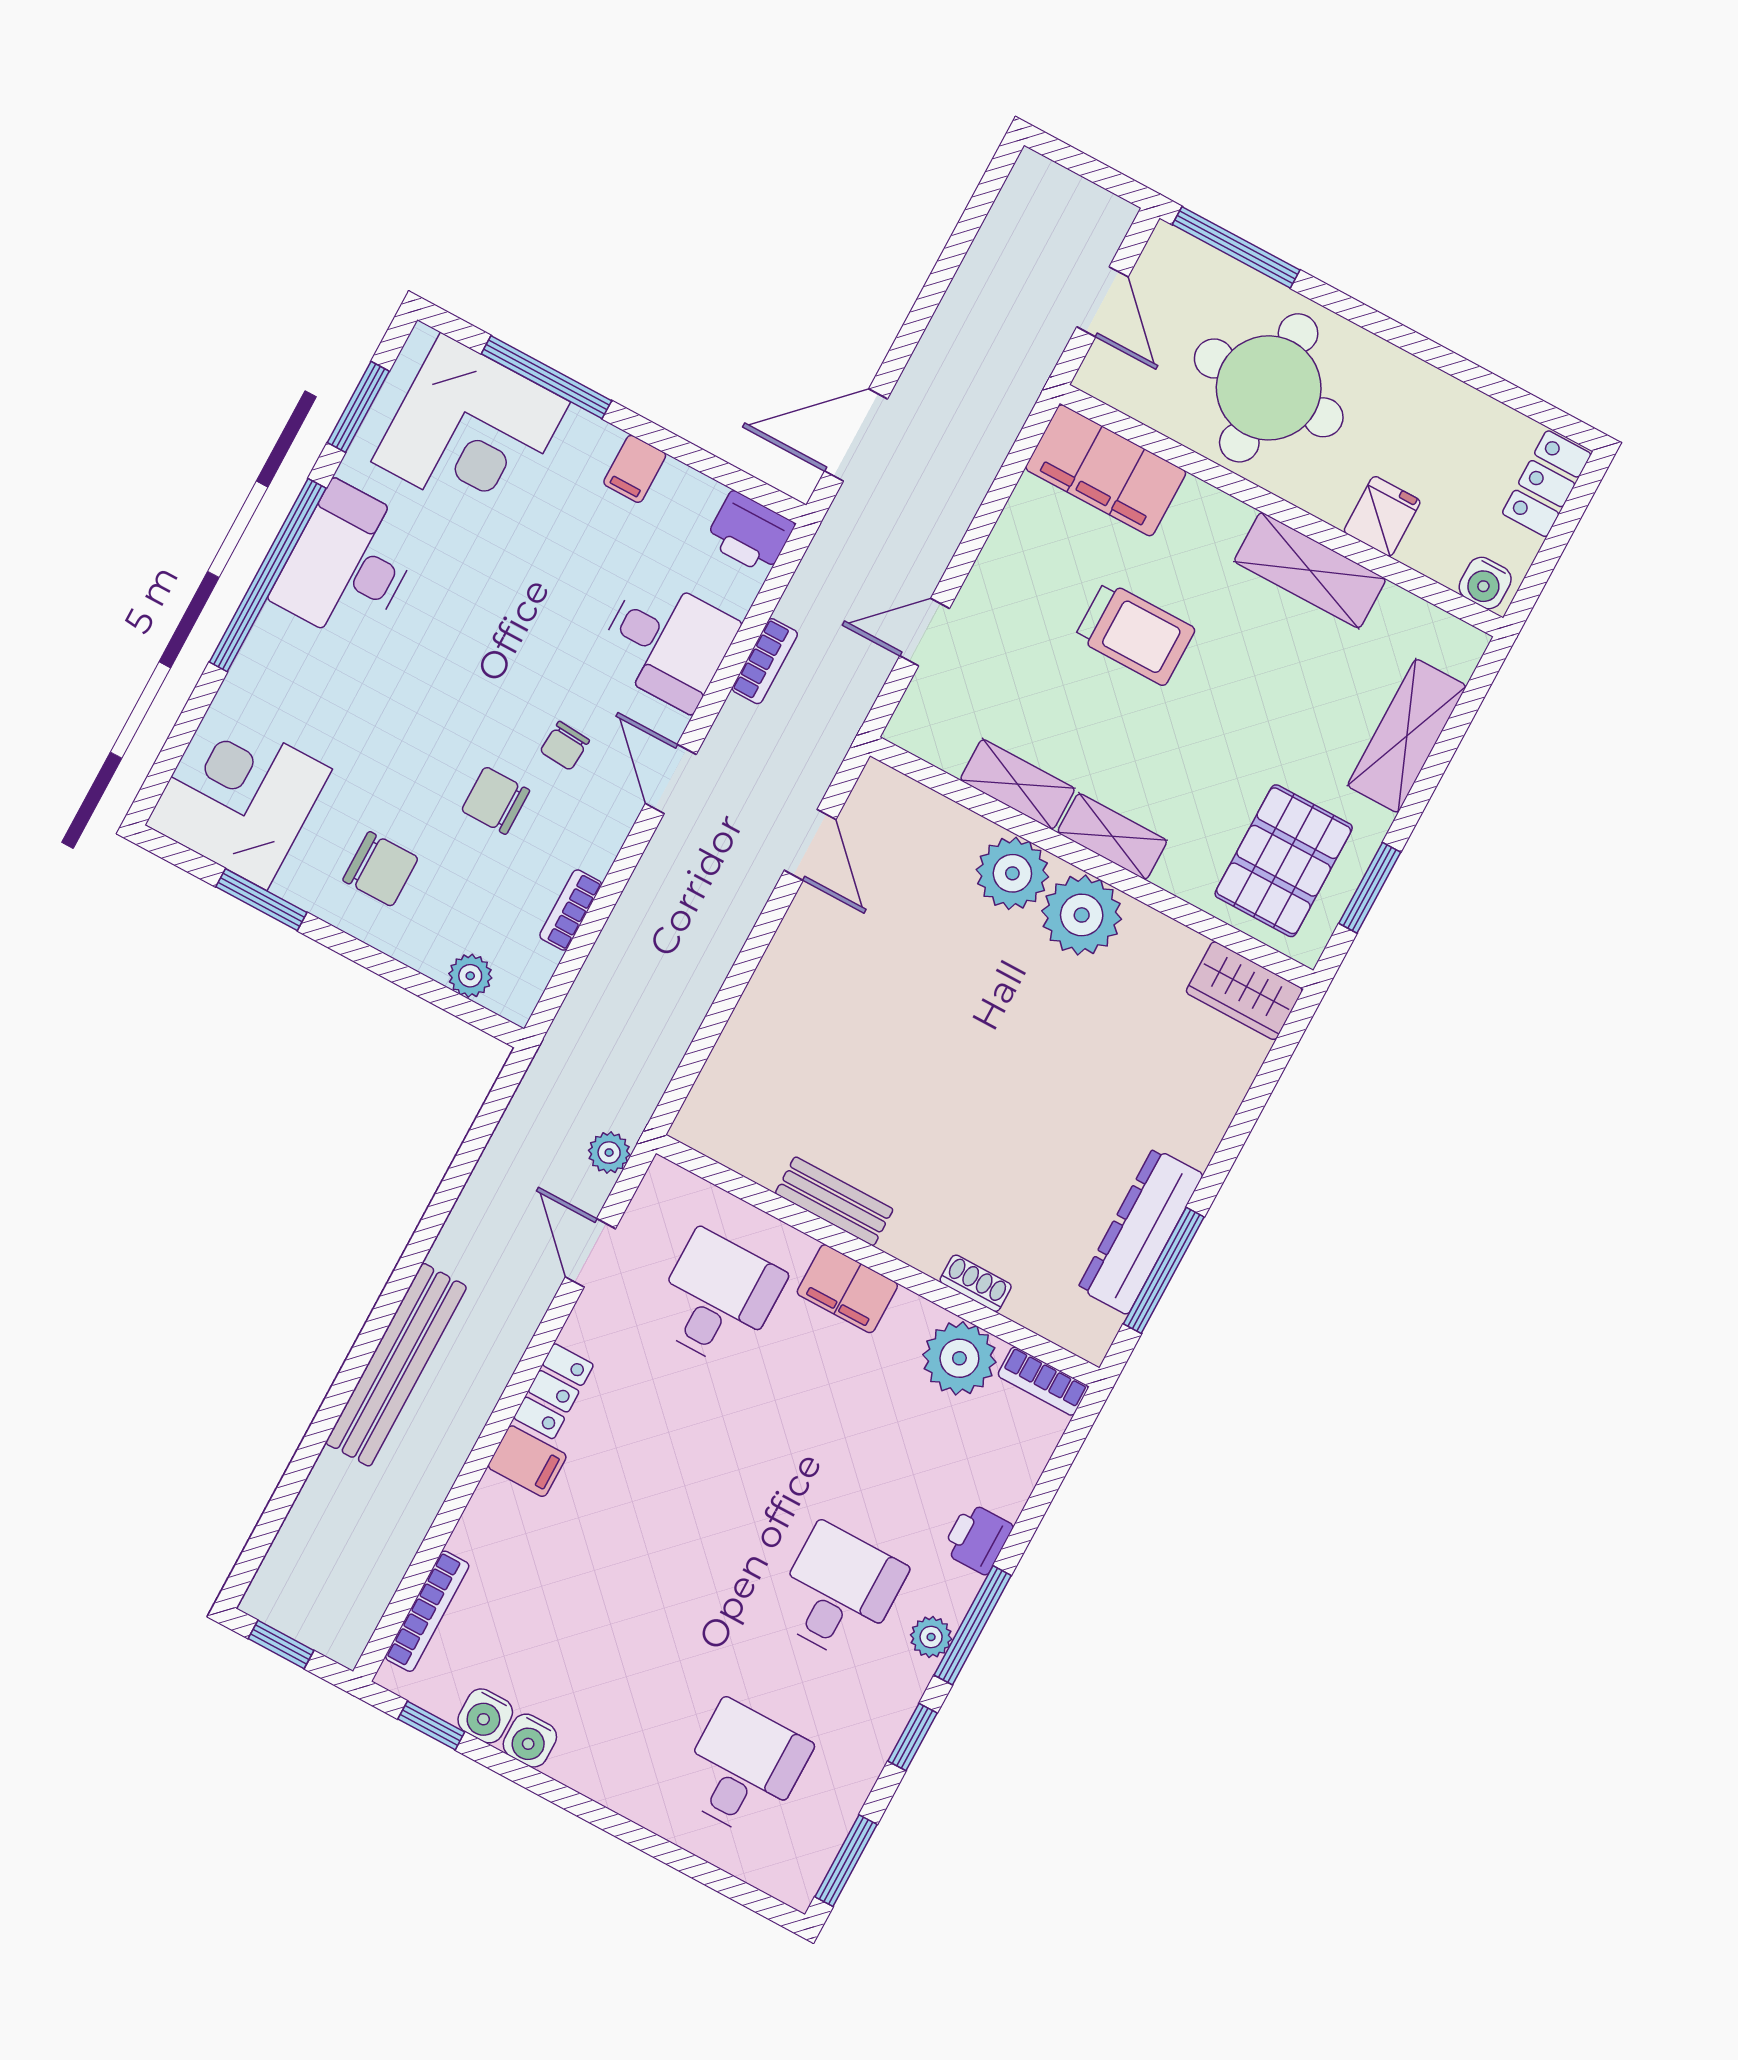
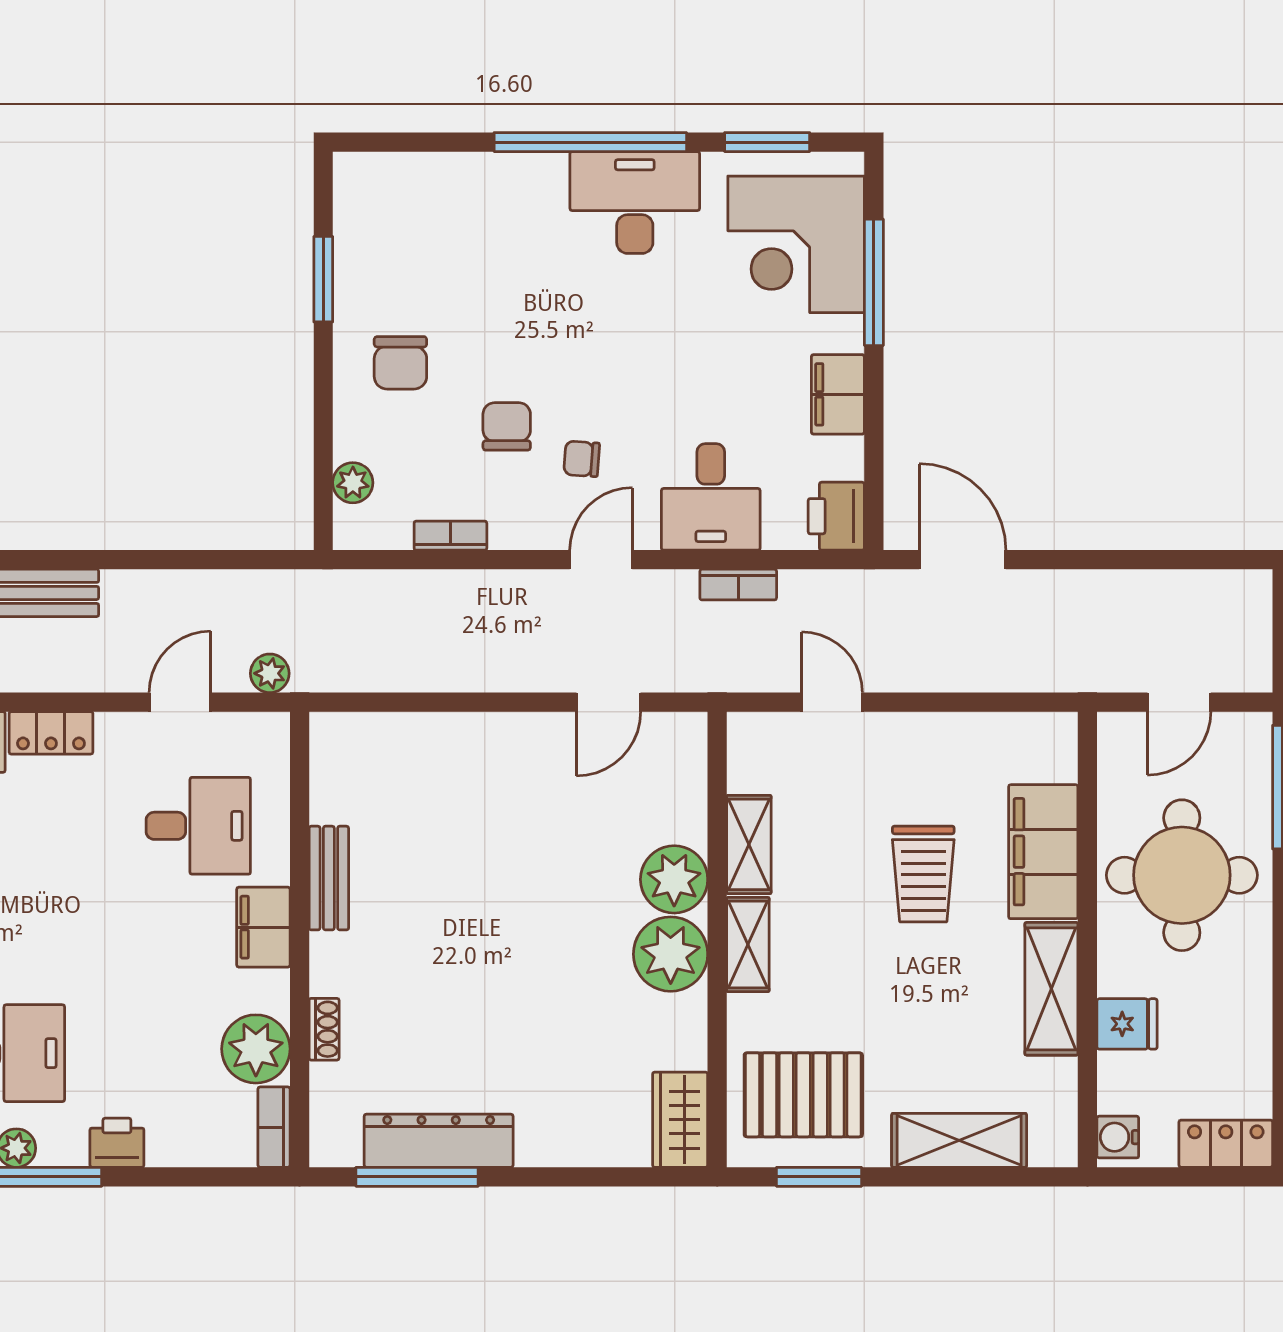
filing cabinet: (635, 469) -> (838, 394), width x2.00
filing cabinet: (1106, 470) -> (1043, 852), moved
corner desk: (239, 797) -> (397, 216), removed

